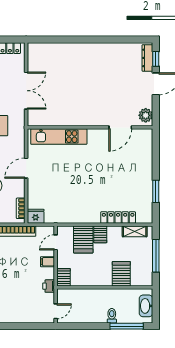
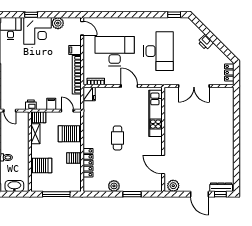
cafe table: (88, 182) -> (118, 138), added
plant: (146, 186) -> (114, 186), added
window: (156, 191) -> (132, 194), moved
shelving: (135, 231) -> (35, 134), moved
server rack: (100, 234) -> (74, 158), moved

